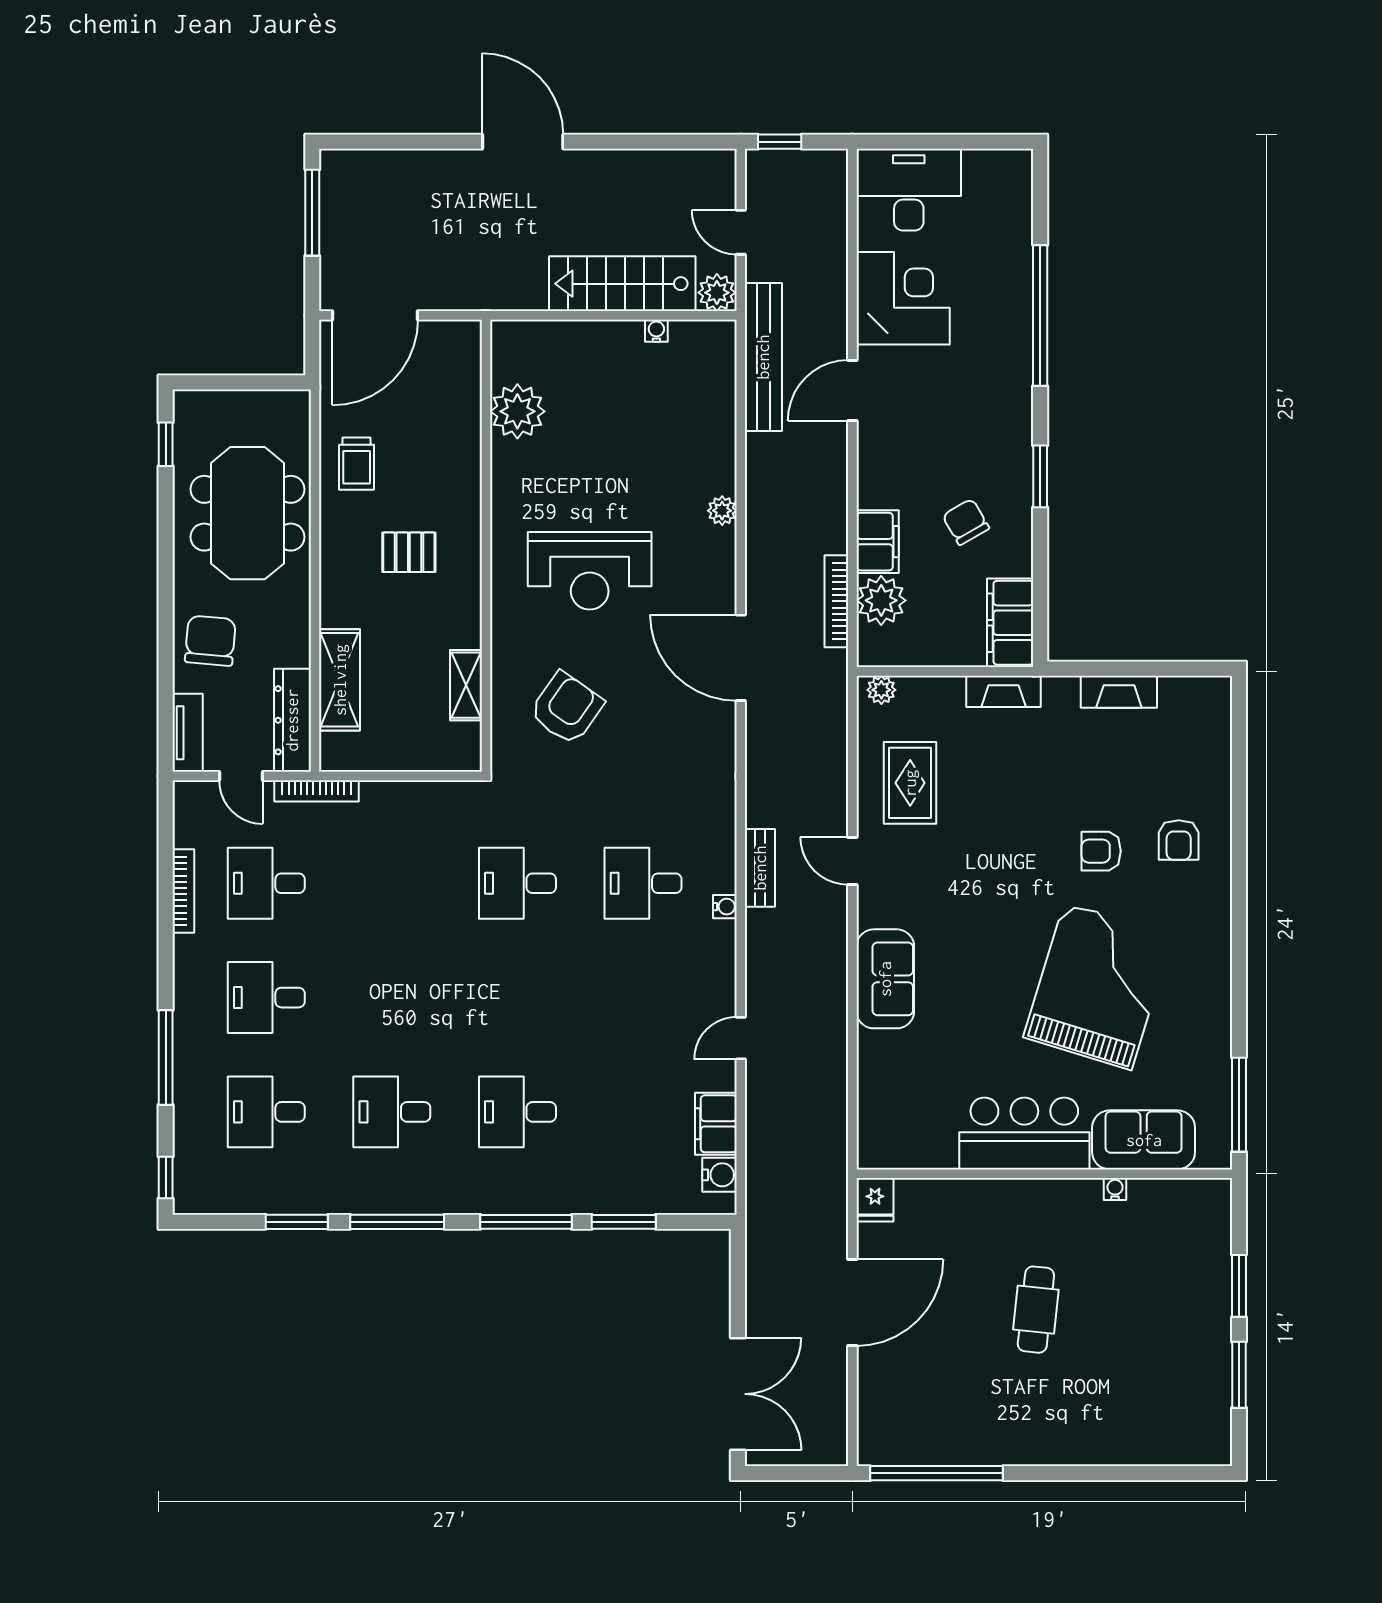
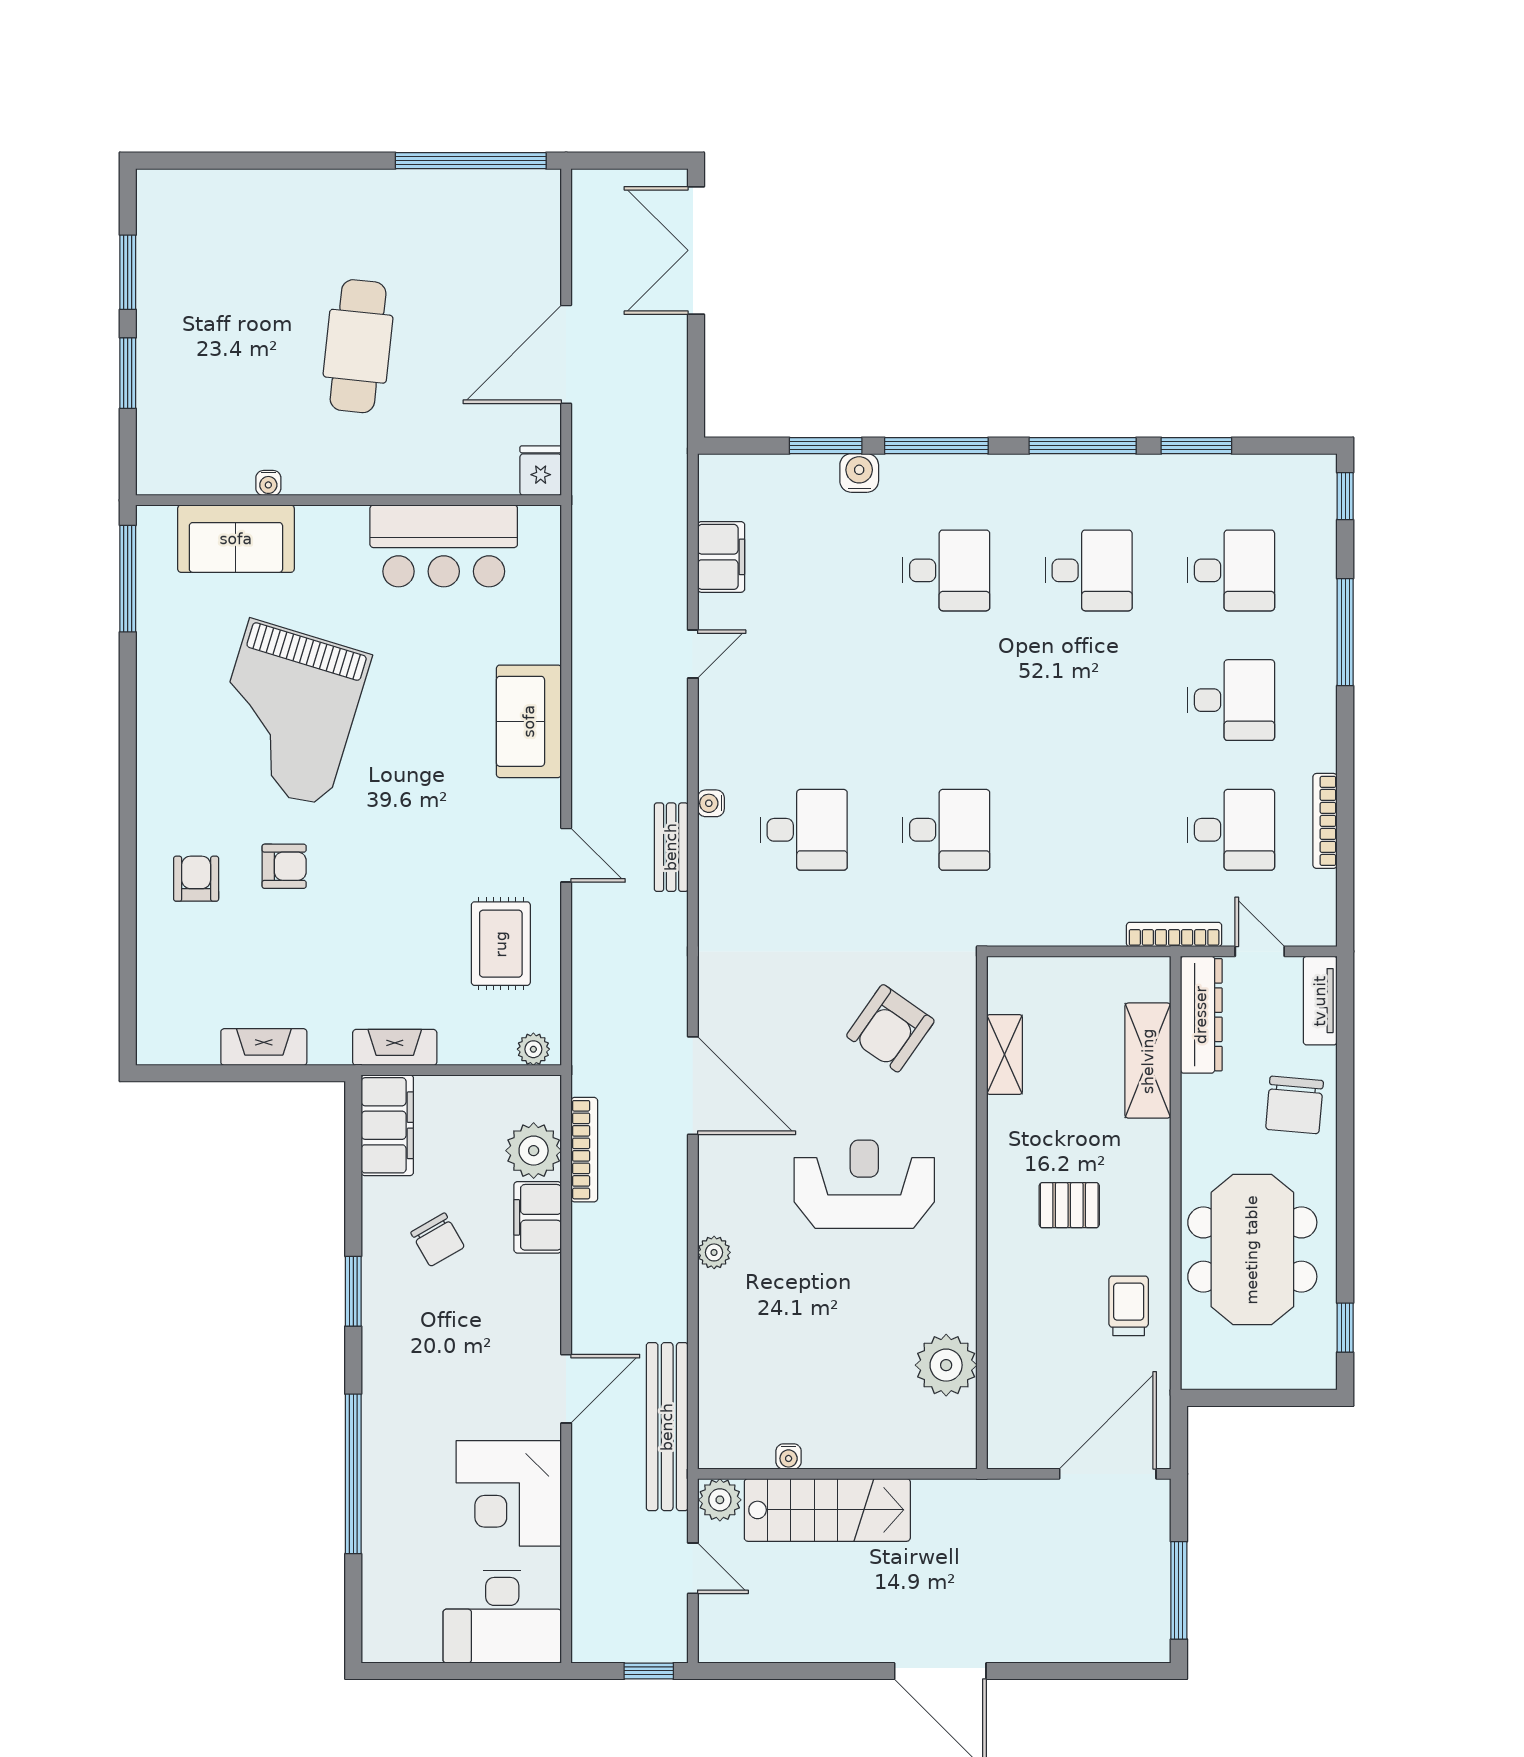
bar counter: (1024, 1133) -> (444, 546), moved
water cooler: (719, 1175) -> (859, 473), moved, turned 90
cafe table: (1036, 1310) -> (358, 346), width x1.37, depth x1.35

